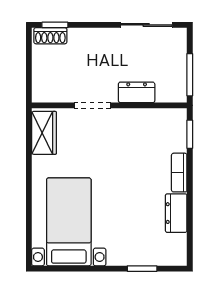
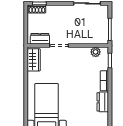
dresser: (137, 92) -> (40, 39), moved
plant: (162, 118) -> (96, 52), added

